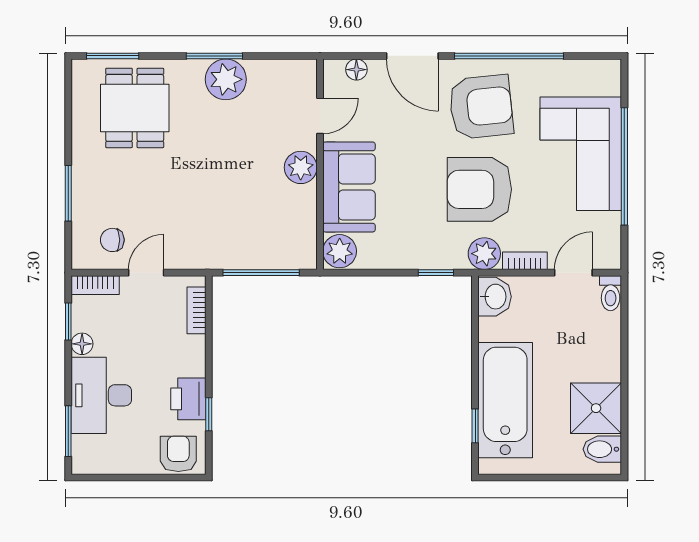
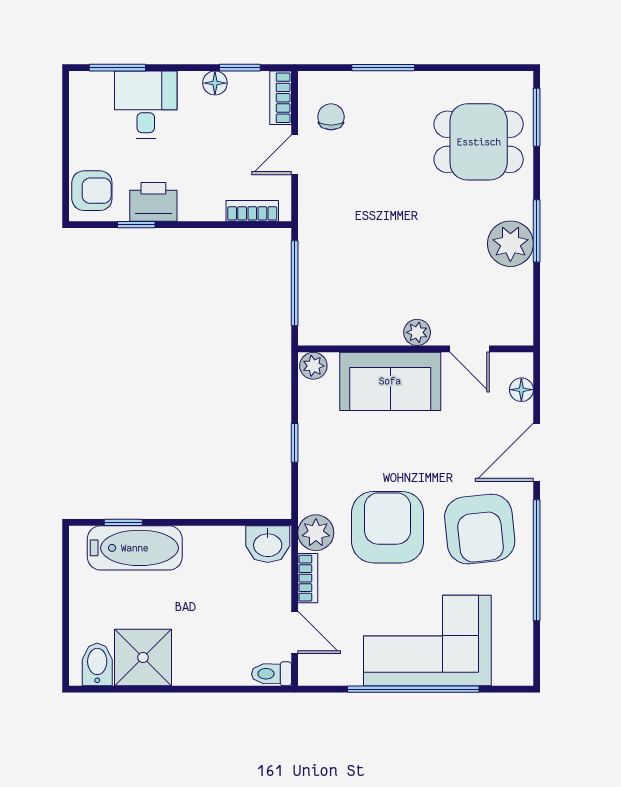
plant: (301, 167) -> (417, 332), width x0.73, depth x0.73
plant: (340, 251) -> (313, 366), width x0.73, depth x0.73
door: (146, 273) -> (295, 155), swing flipped
window: (436, 273) -> (295, 443), moved
desk: (101, 395) -> (146, 105), width x0.73
bathtub: (505, 400) -> (135, 548), width x0.73, depth x0.73

